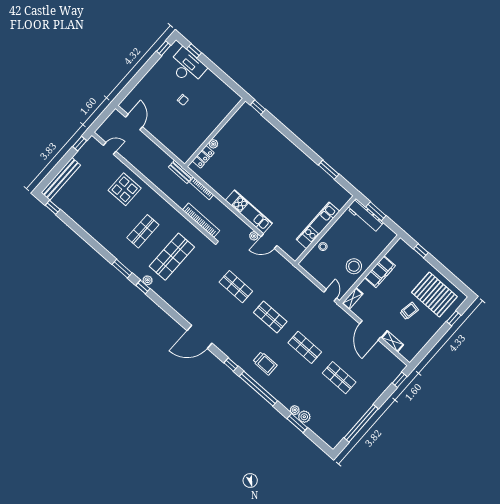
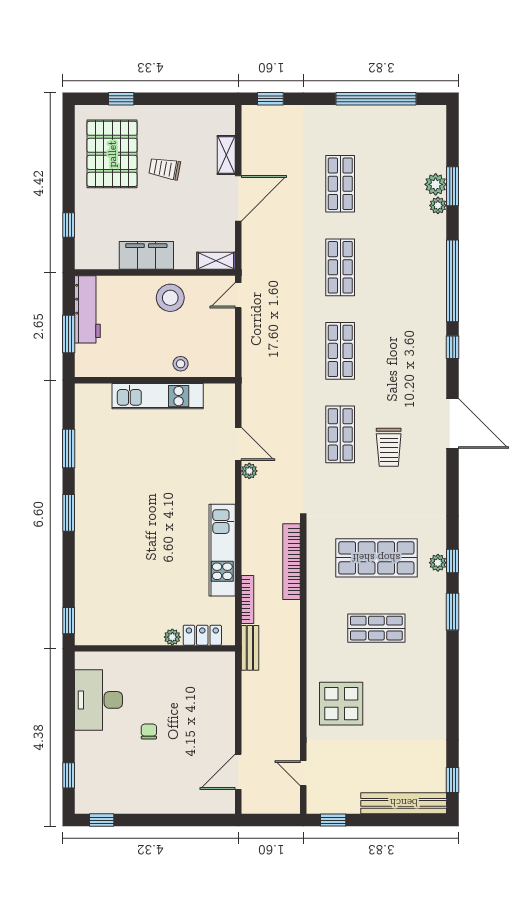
desk: (187, 66) -> (99, 700), moved
window: (302, 146) -> (69, 513), added
kitchen unit: (249, 212) -> (222, 550), moved
workbench: (365, 216) -> (87, 309), moved
trolley: (265, 363) -> (389, 447), moved, turned 180

